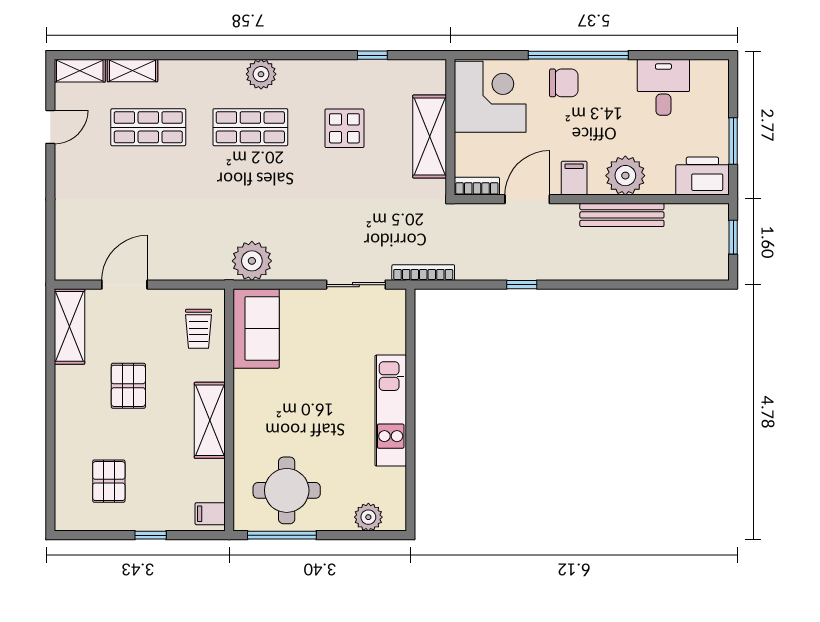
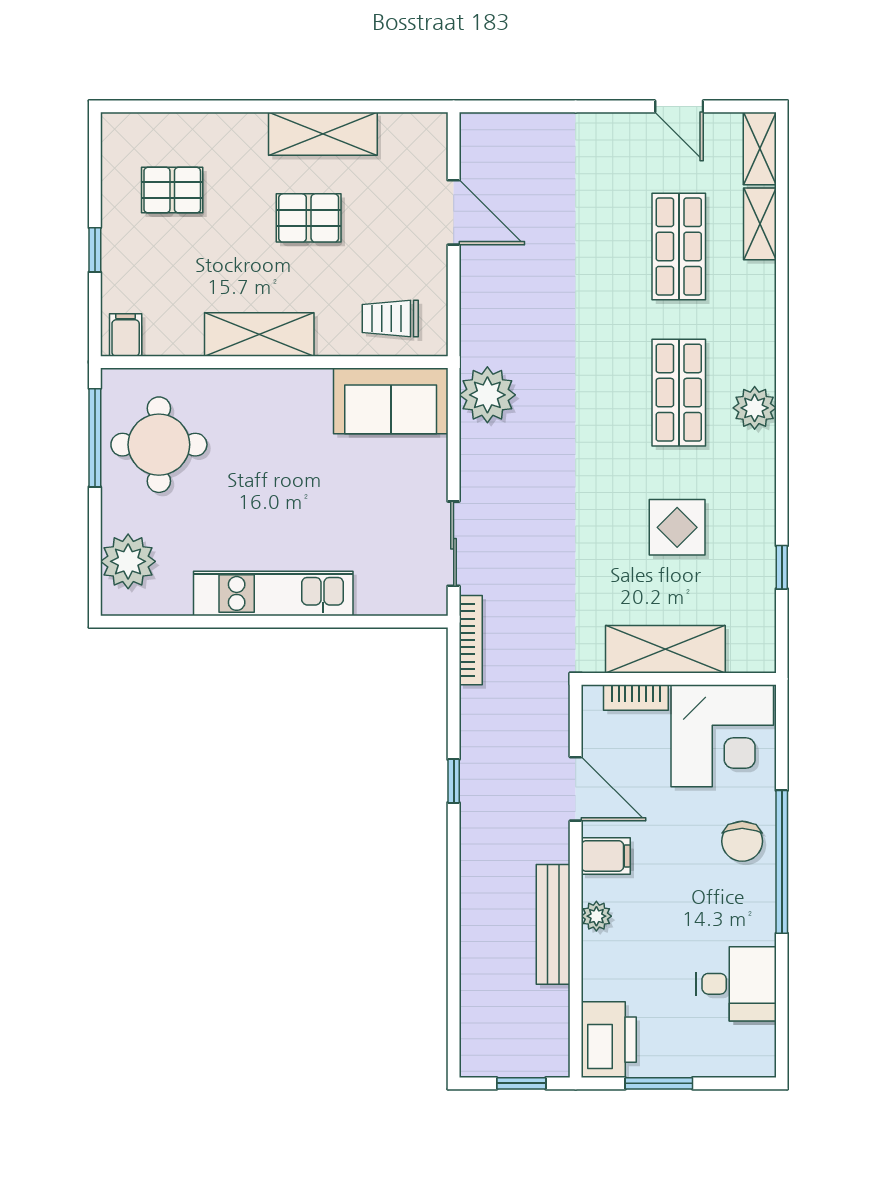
plant: (625, 176) -> (596, 916), width x0.53, depth x0.53
bookcase: (477, 186) -> (636, 697), moved, turned 90
shelving: (69, 326) -> (323, 134), moved
plant: (368, 517) -> (128, 561), width x1.36, depth x1.36

